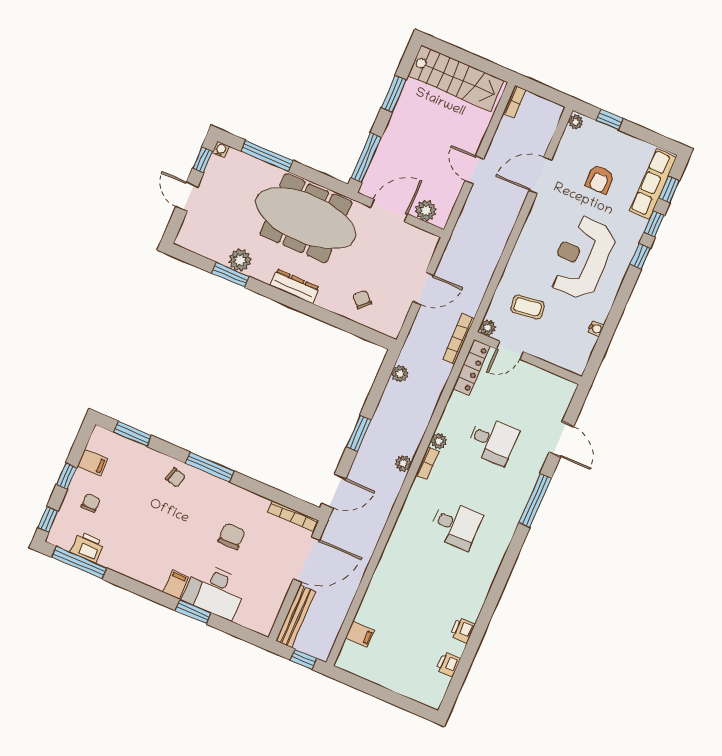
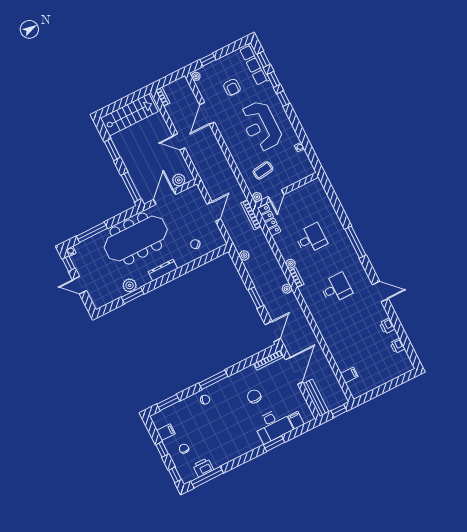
door: (561, 439) -> (380, 292), moved
filing cabinet: (176, 585) -> (296, 420), moved

